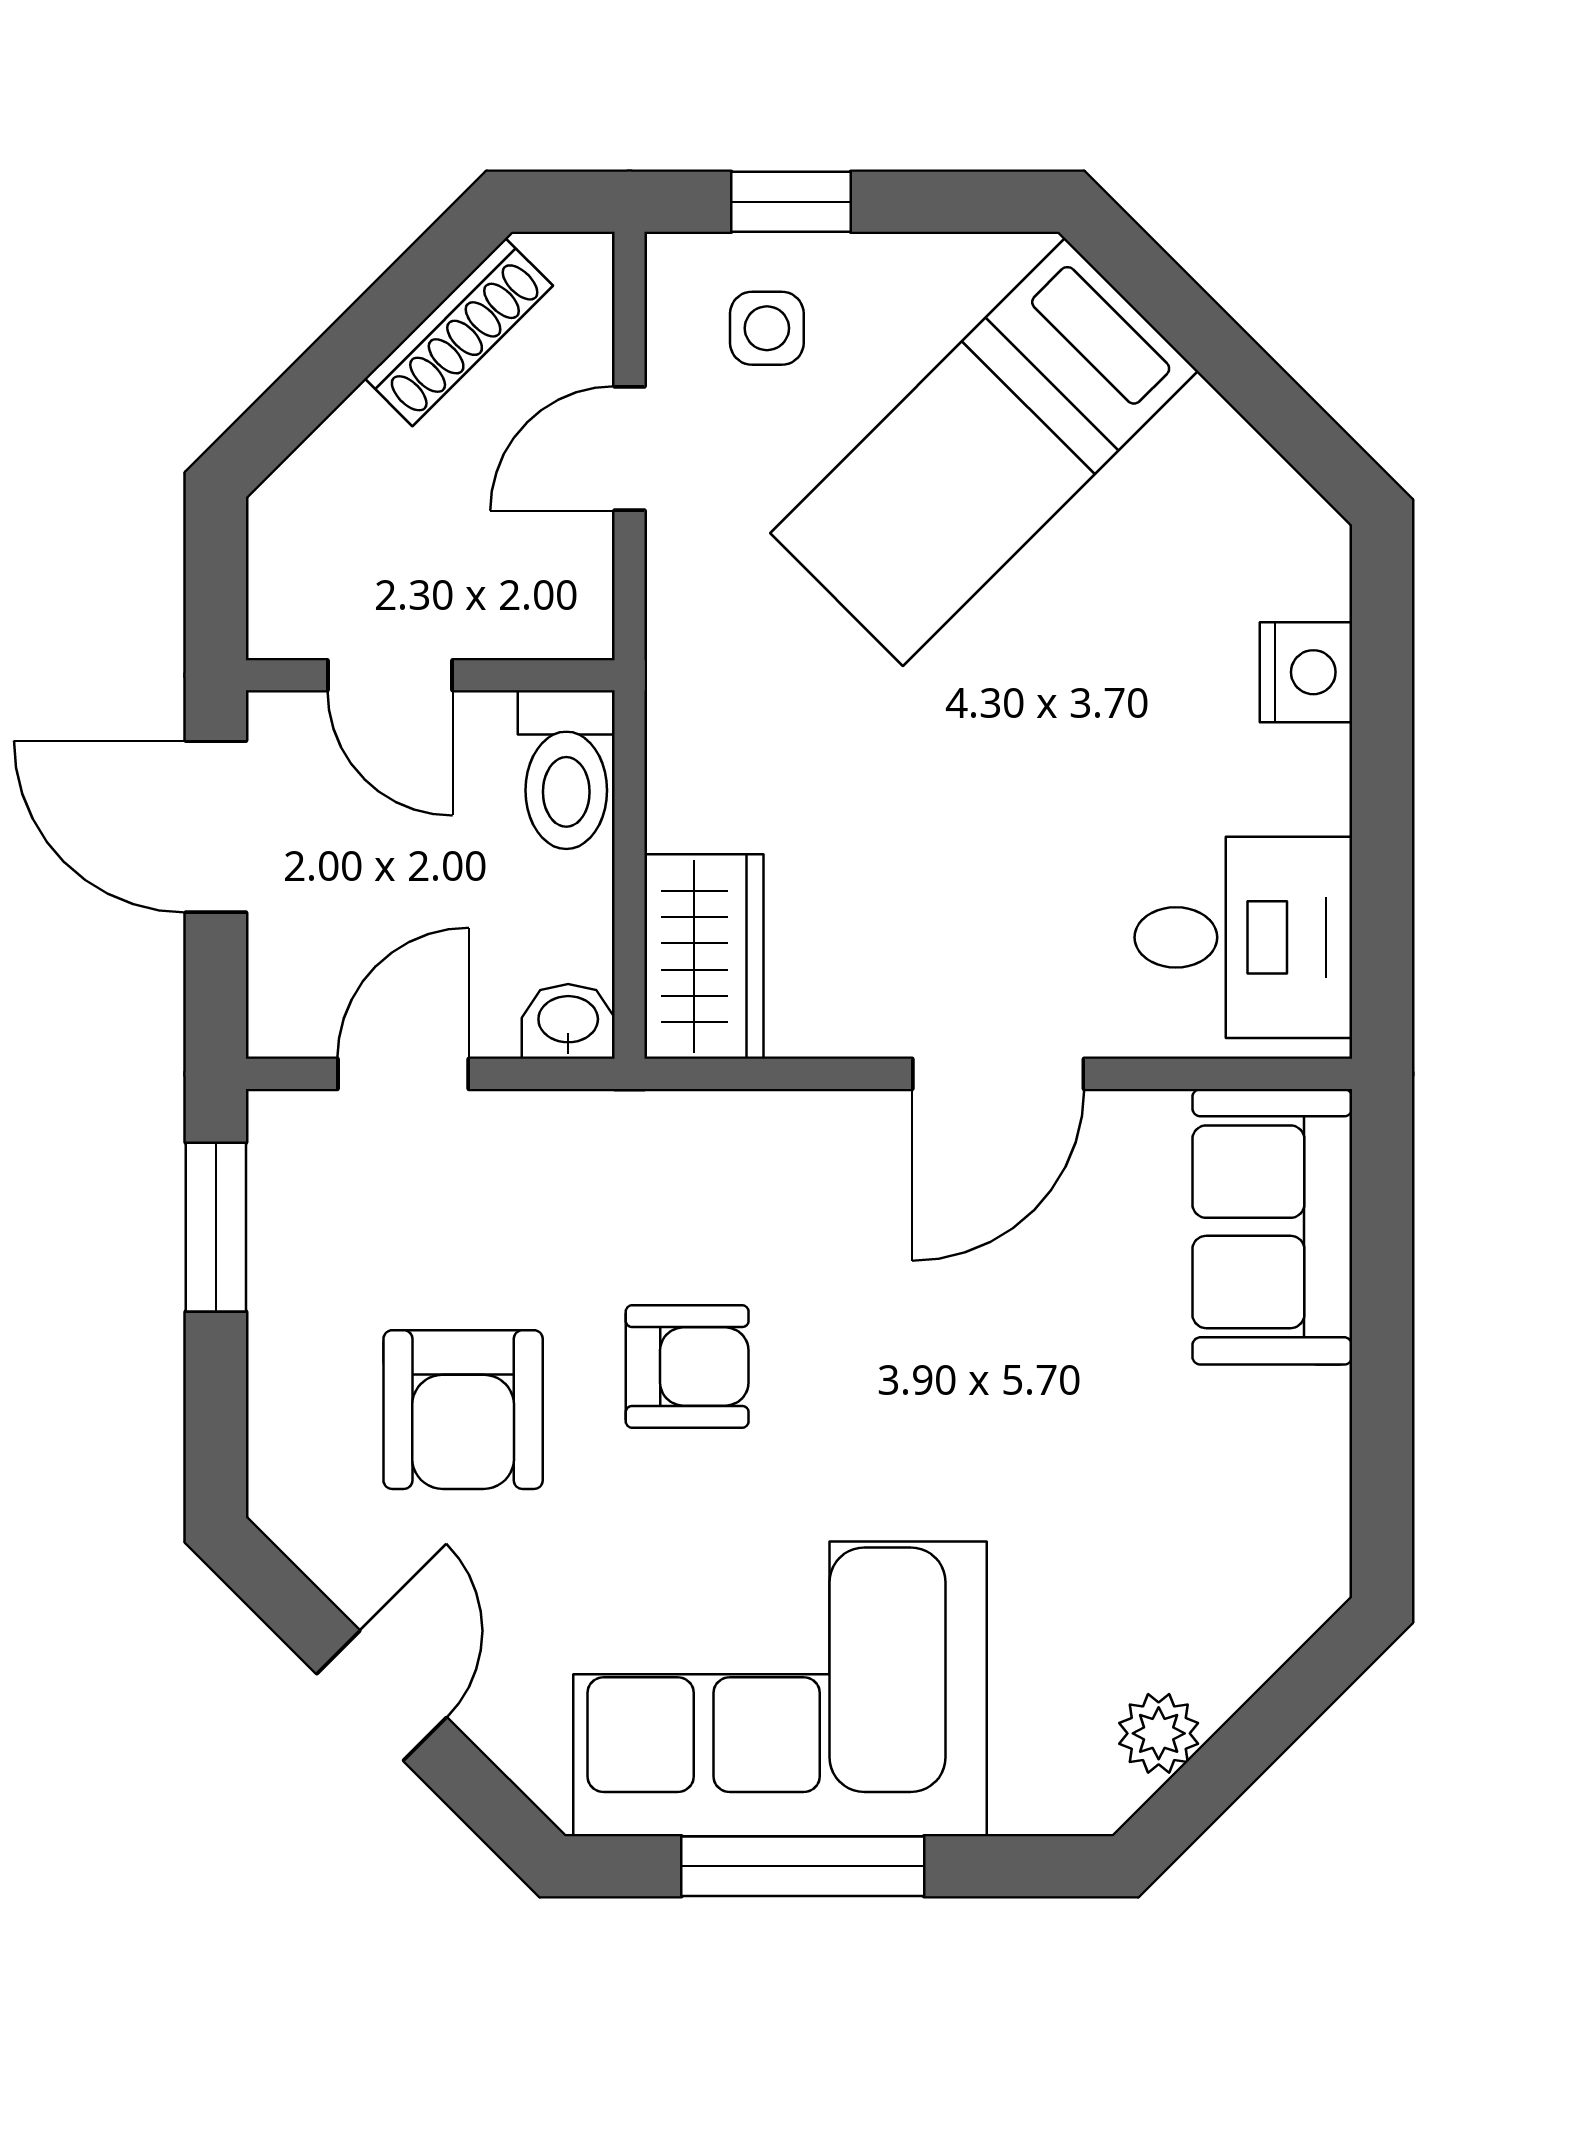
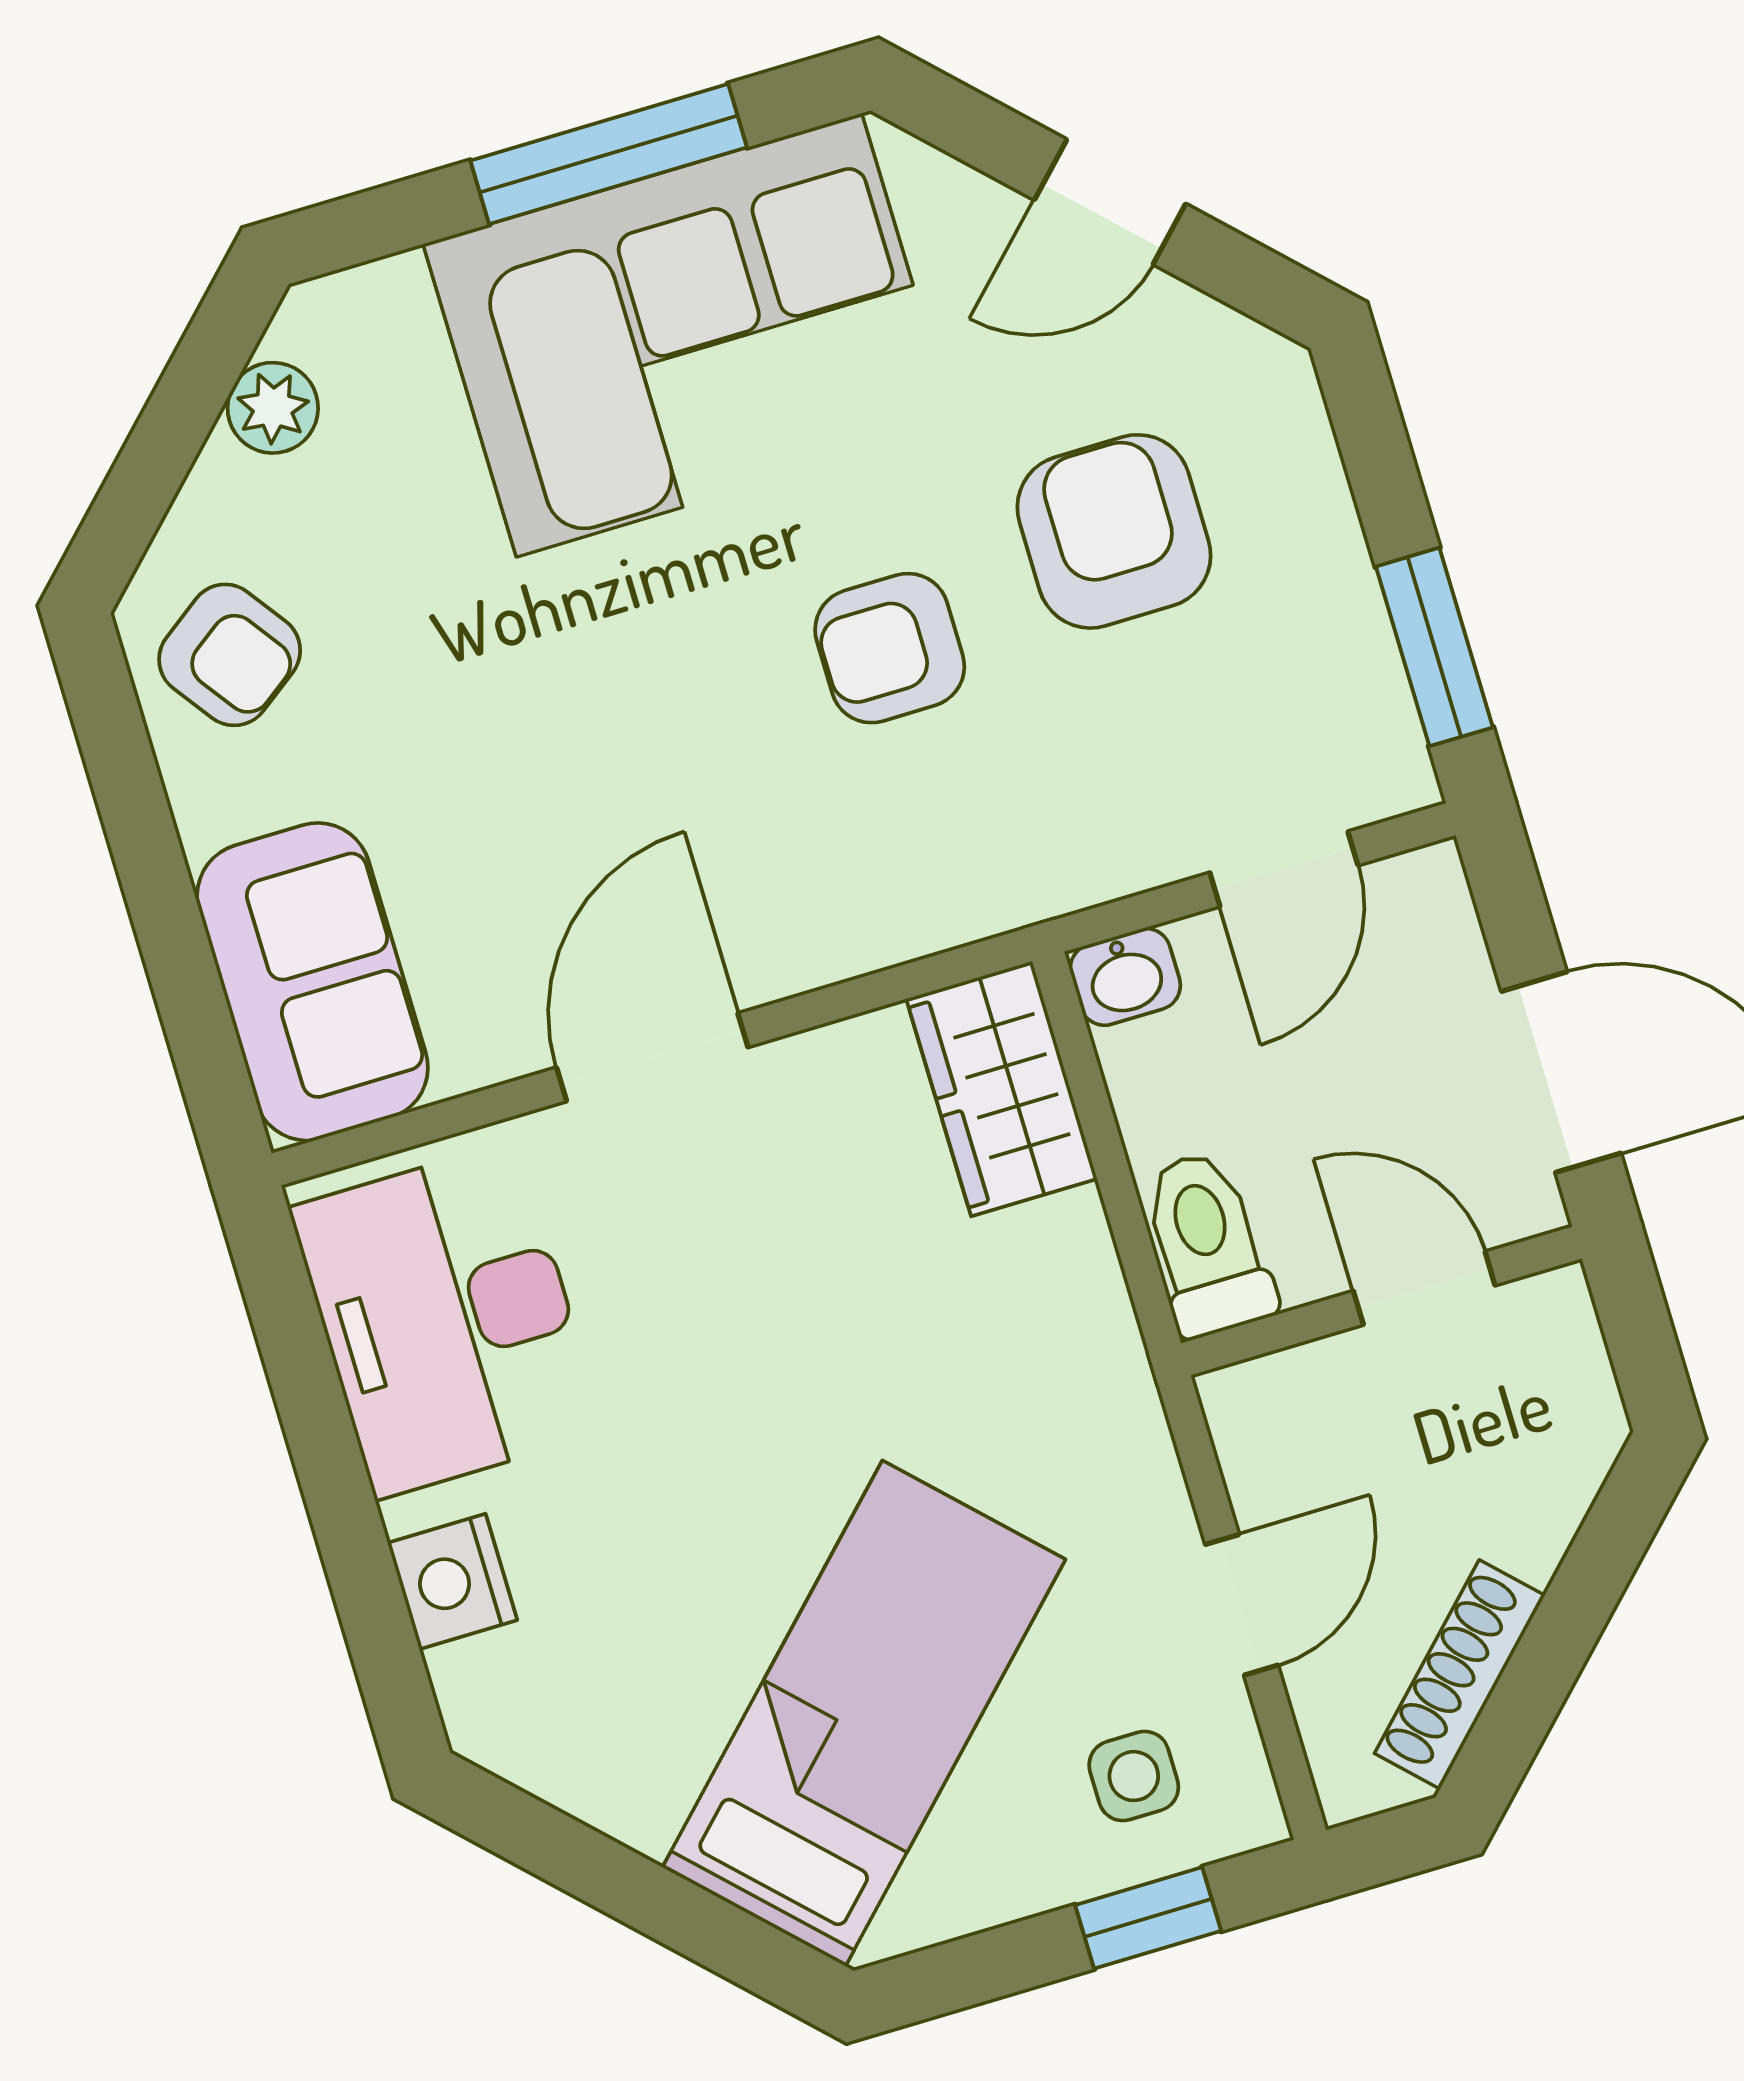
desk: (1243, 937) -> (447, 1320), width x1.37
armchair: (1260, 1531) -> (230, 655), added
door: (382, 1696) -> (1110, 202), hinge flipped

